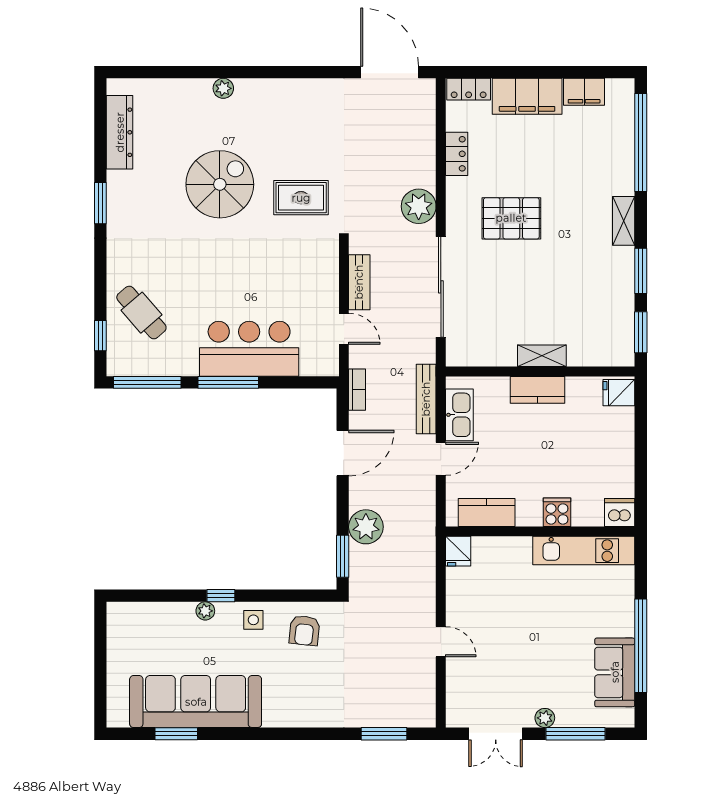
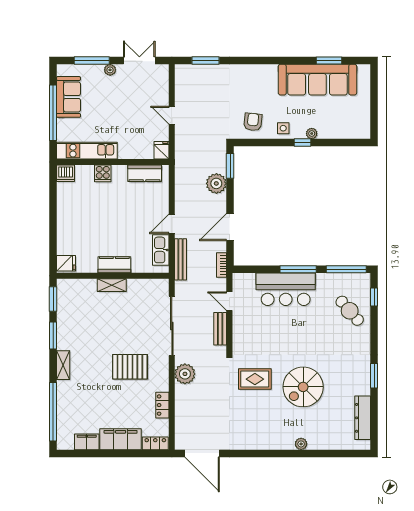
kitchen counter: (487, 512) -> (145, 173), moved
cooker: (557, 512) -> (103, 173), moved
dishwasher: (620, 513) -> (66, 173), moved
wall: (540, 531) -> (113, 162), moved
fridge: (458, 551) -> (161, 150), moved
kitchen unit: (584, 551) -> (87, 151), moved

